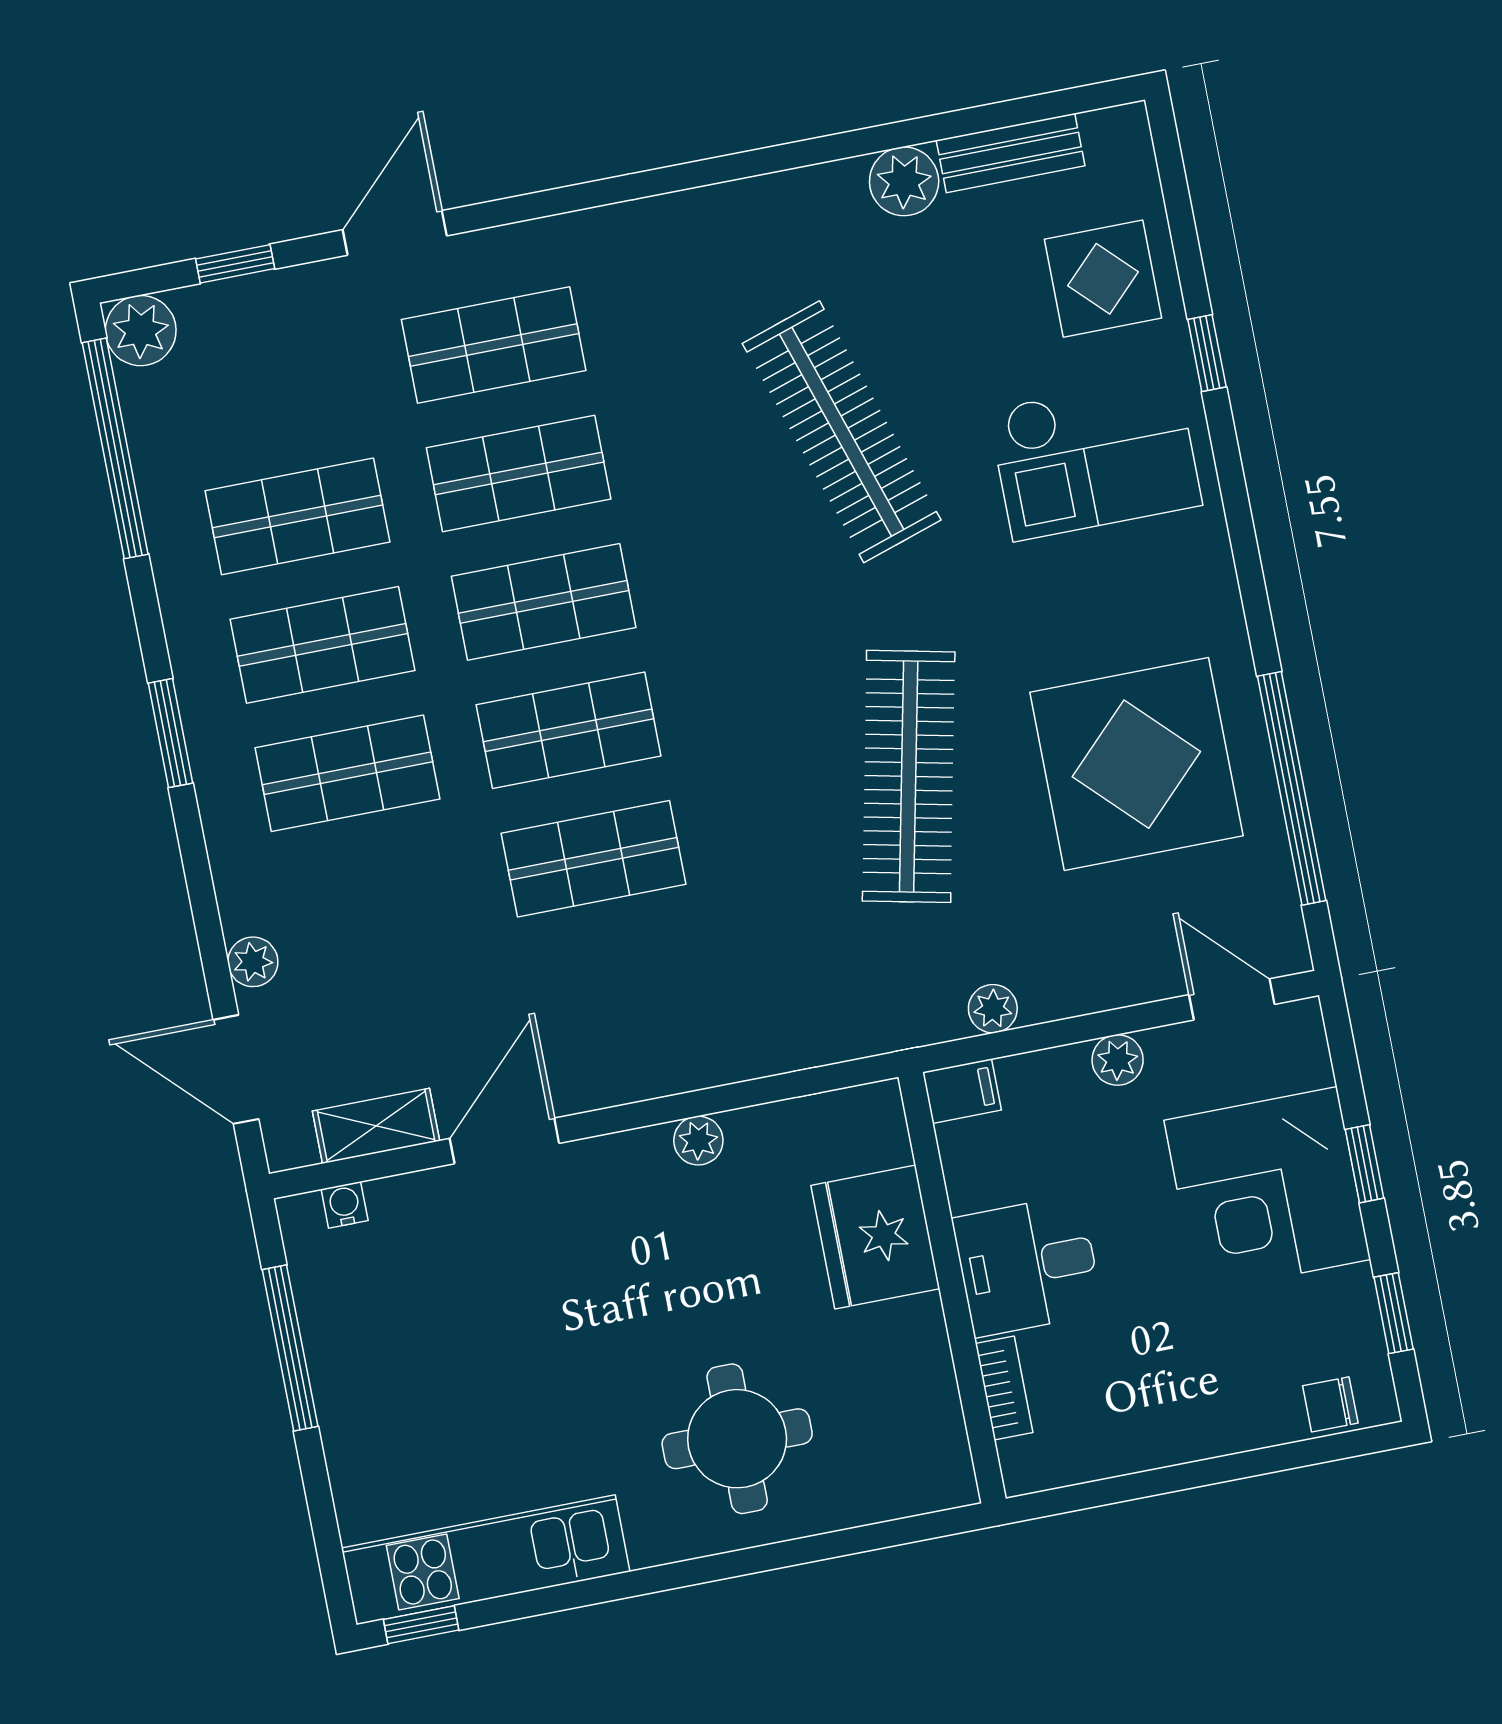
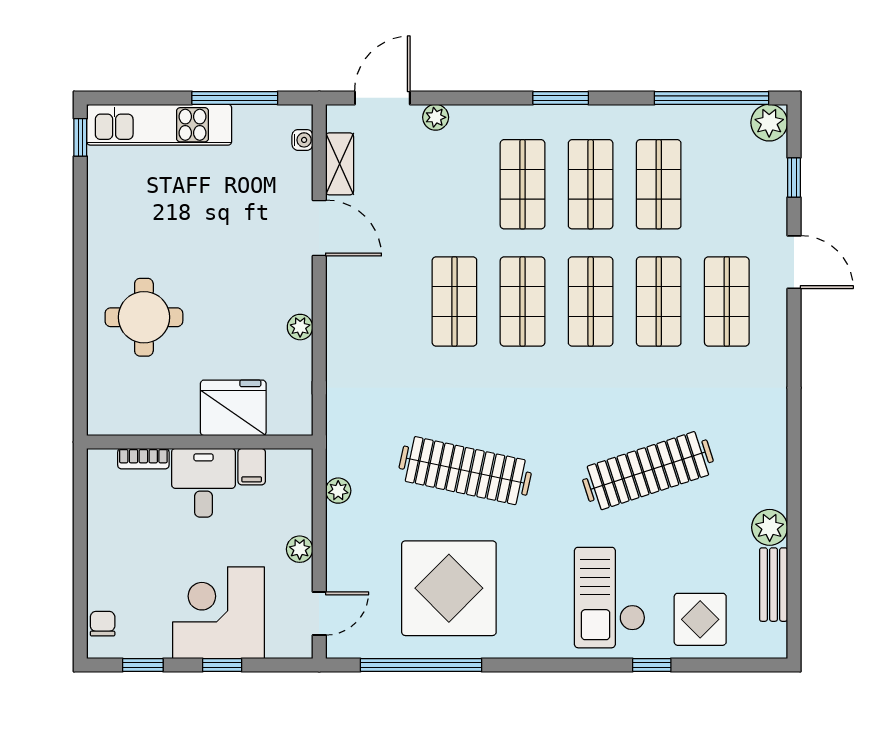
filing cabinet: (962, 1091) -> (252, 467), moved
kitchen unit: (486, 1560) -> (159, 125), moved, turned 90

